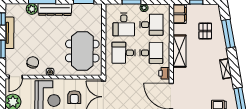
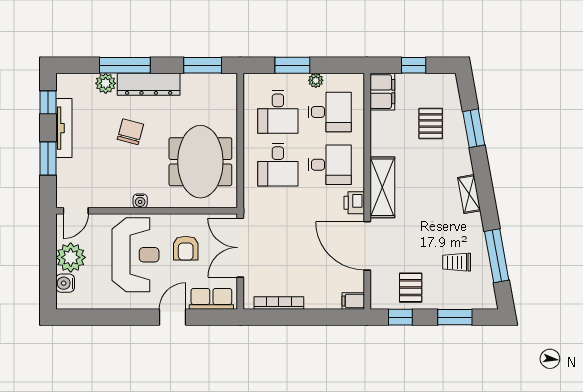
window: (228, 34) -> (474, 128), width x0.69
shelving: (179, 51) -> (382, 187), moved
desk: (124, 53) -> (278, 165), turned -90
chair: (33, 62) -> (130, 132), moved

